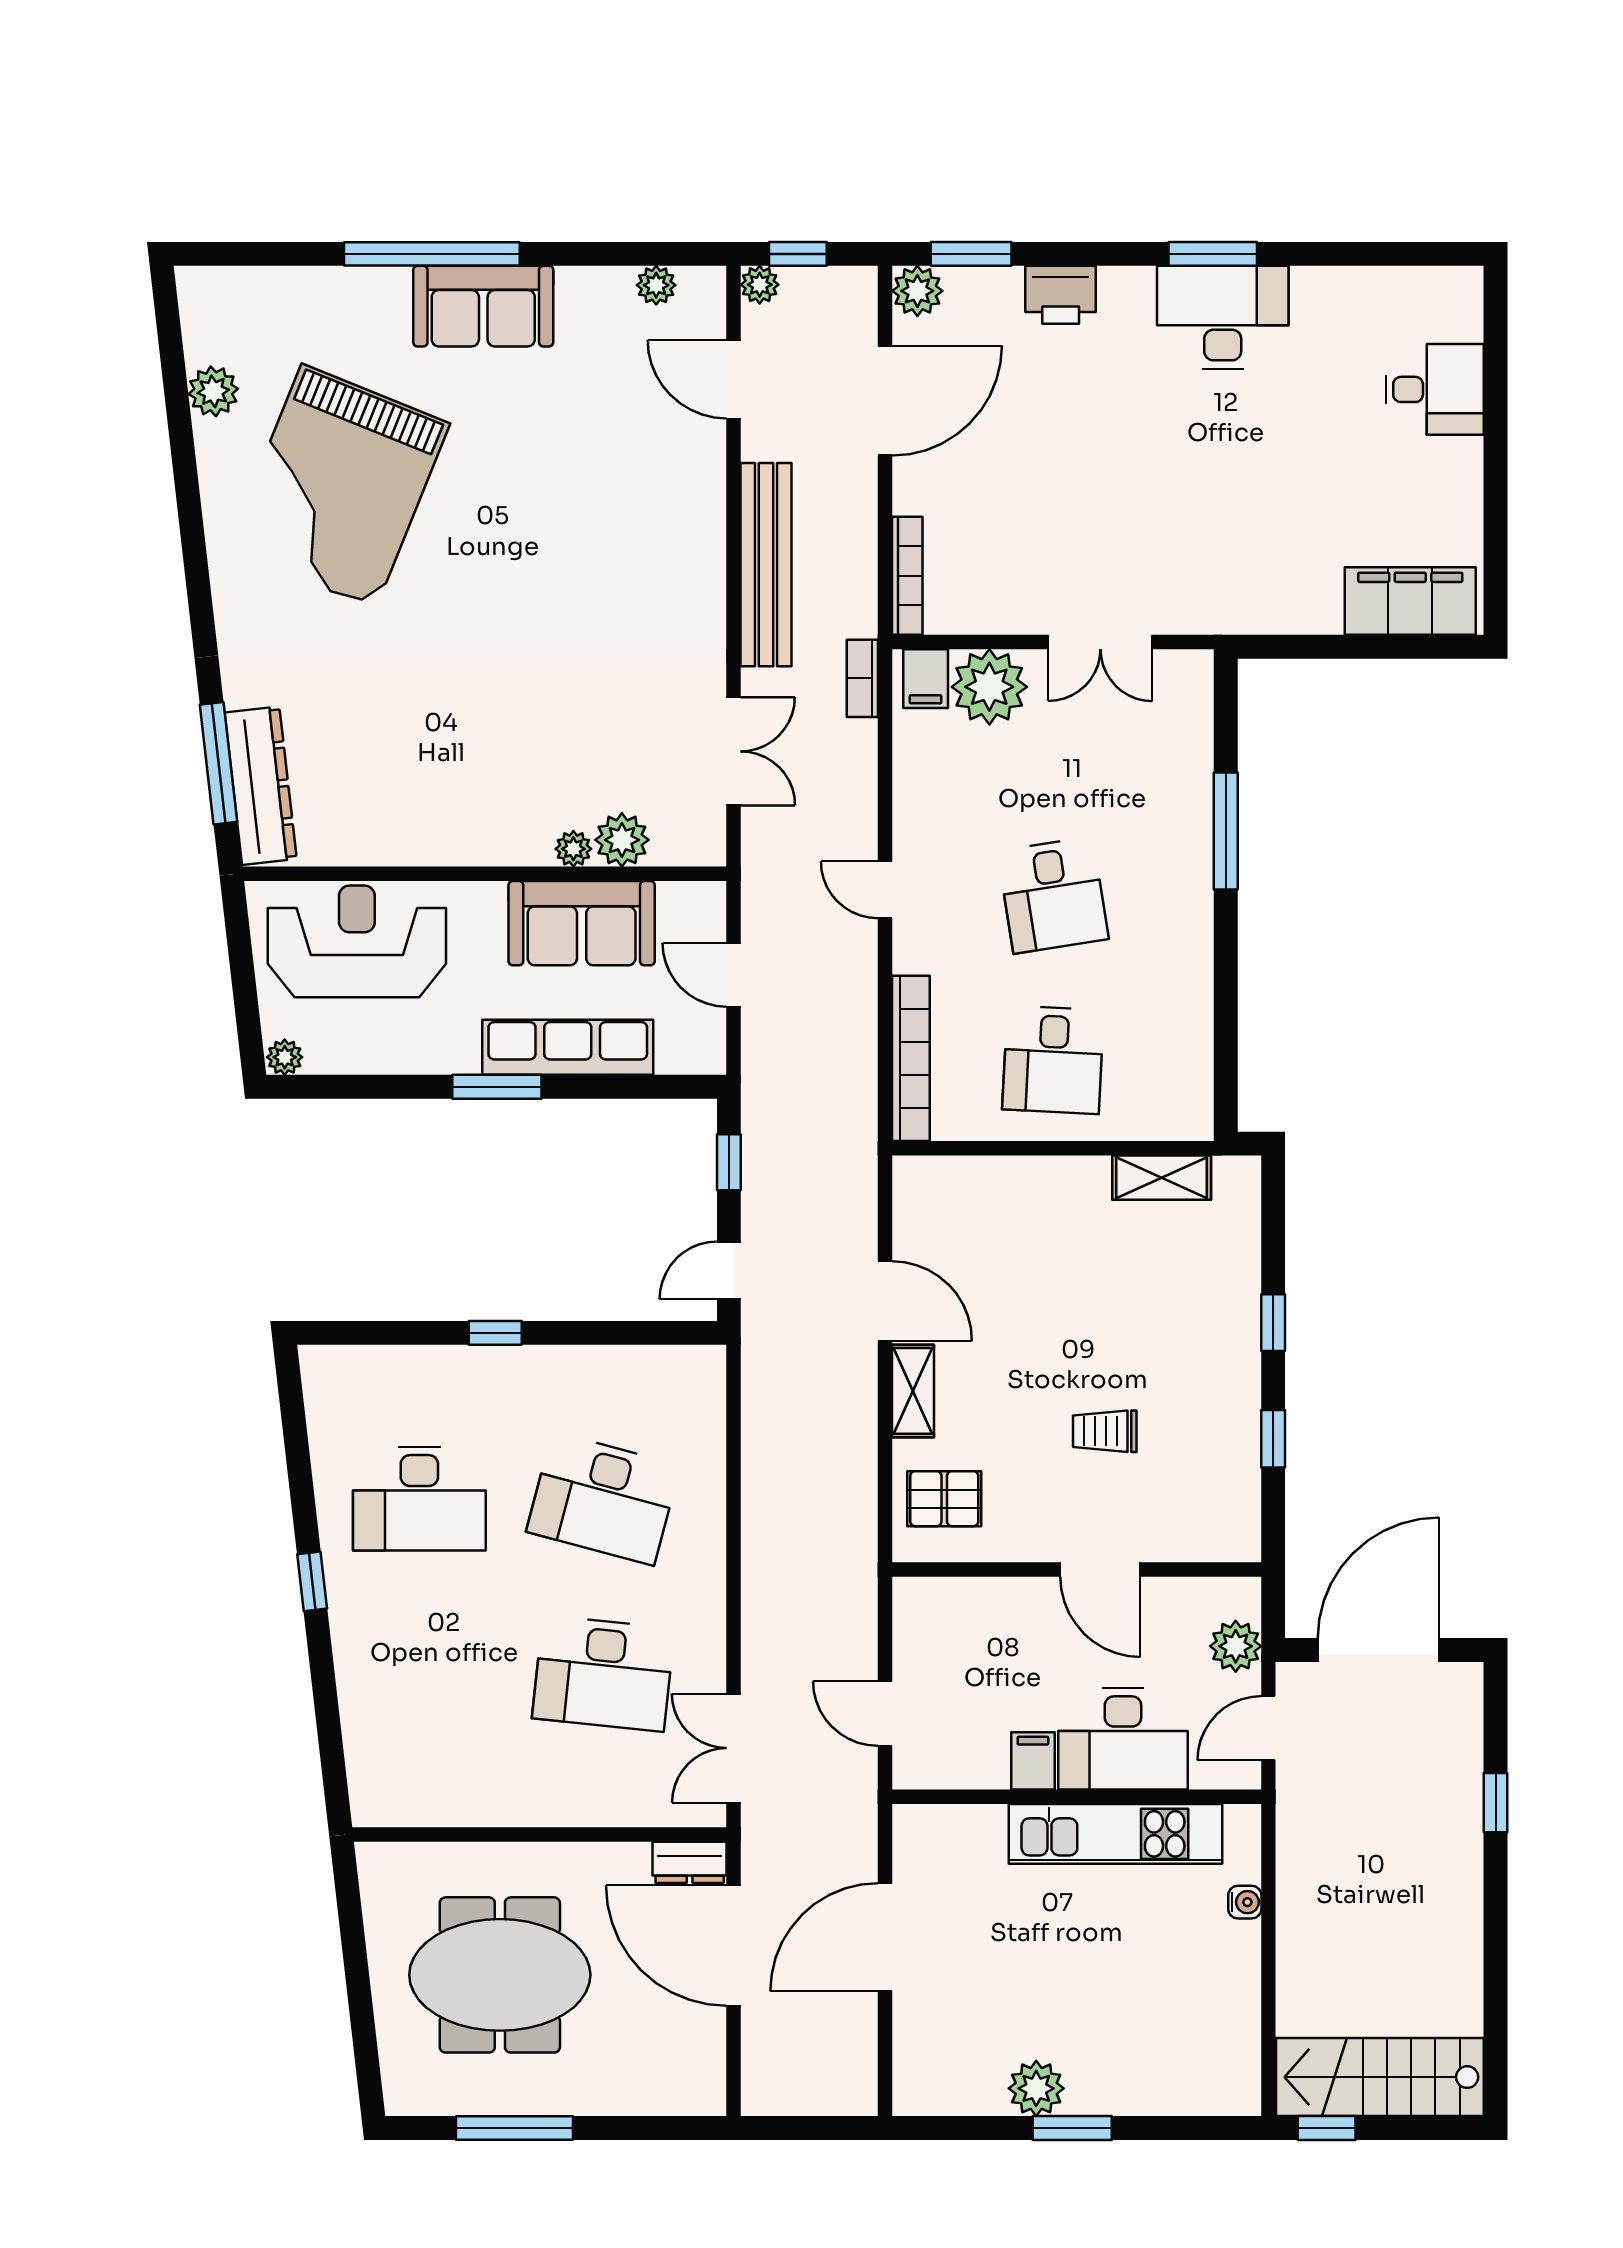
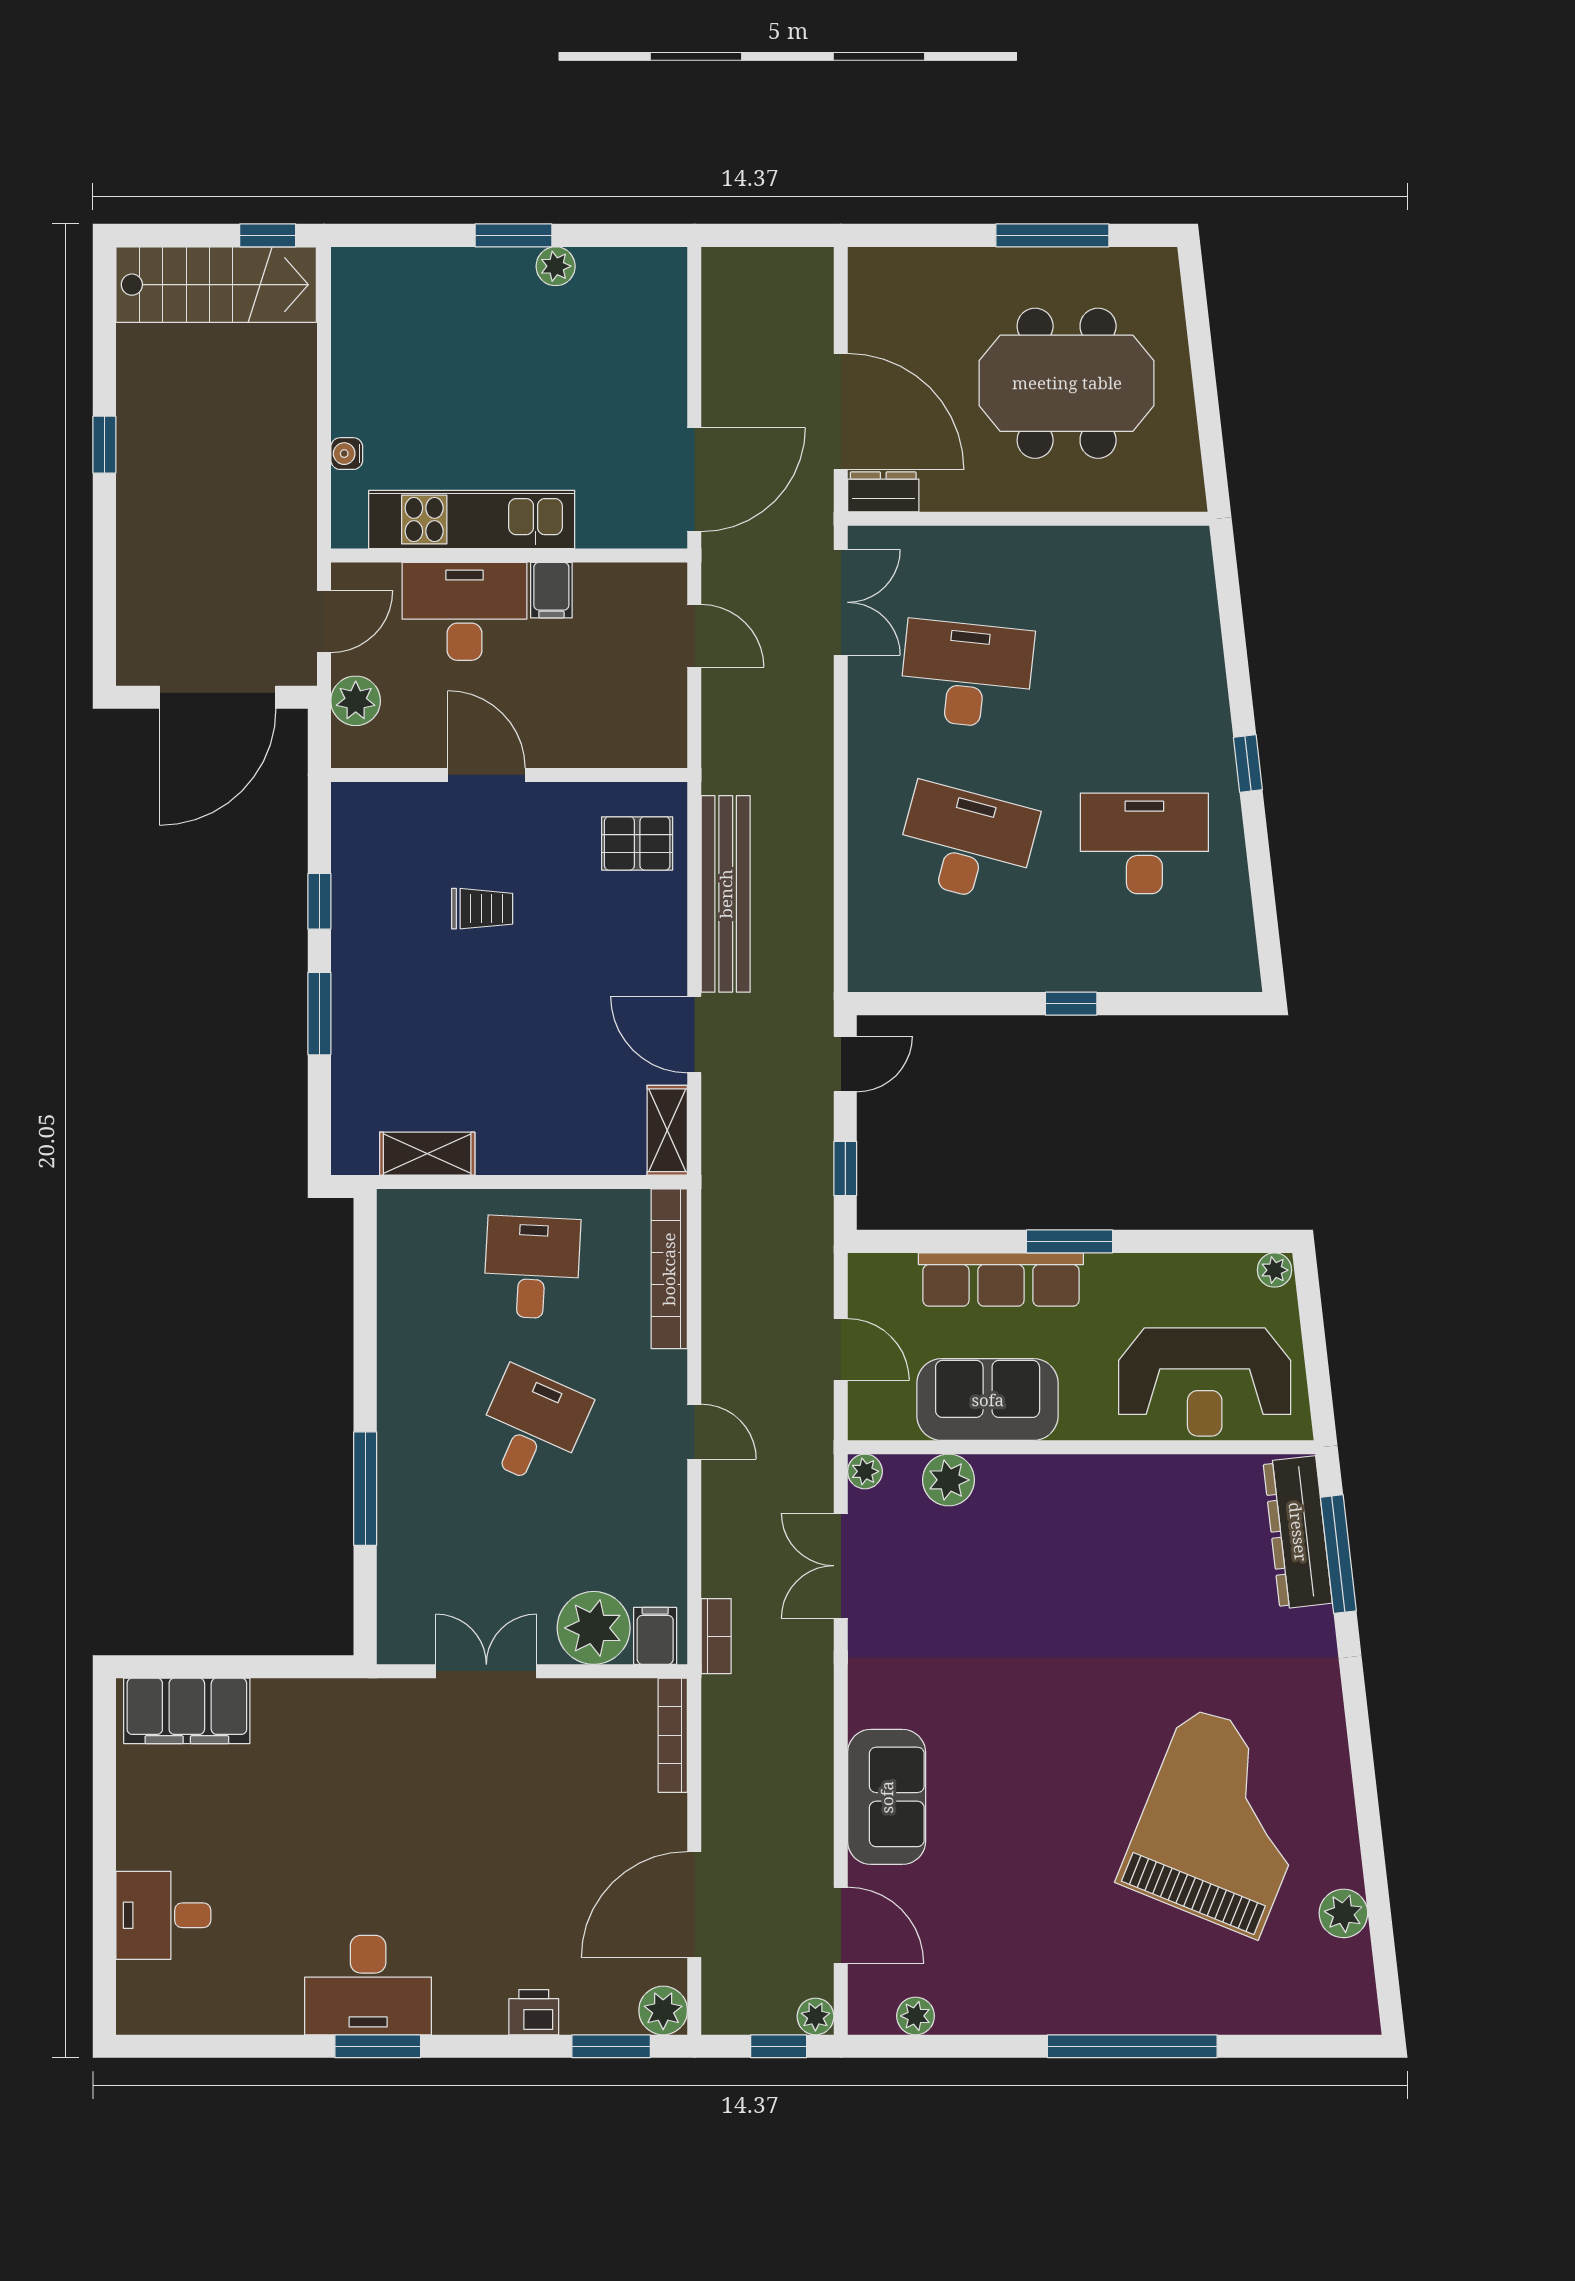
printer: (1061, 295) -> (534, 2012), width x0.73, depth x0.81
sofa: (483, 306) -> (887, 1797), moved, turned 90
bench: (766, 565) -> (726, 894), moved
plant: (573, 849) -> (865, 1471), moved
desk: (1053, 895) -> (532, 1427), turned 33
window: (1273, 1323) -> (319, 1014), width x1.50
shelving: (913, 1391) -> (667, 1130), moved
window: (1496, 1803) -> (104, 445), moved
door: (885, 1937) -> (694, 480), moved
plant: (1036, 2088) -> (556, 266), width x0.73, depth x0.73

